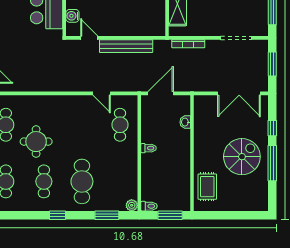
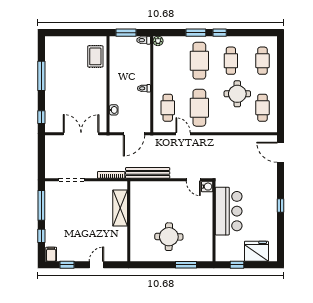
water cooler: (72, 16) -> (207, 187), moved
bench: (126, 46) -> (148, 173), moved
window: (272, 64) -> (41, 158), removed
double door: (239, 93) -> (81, 134), moved
cafe table: (82, 125) -> (199, 108), added
window: (272, 128) -> (41, 117), moved
spiral stairs: (242, 157) -> (67, 81), removed
window: (107, 215) -> (196, 33), moved

